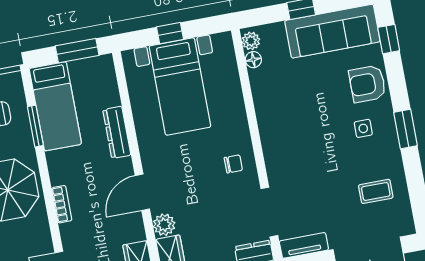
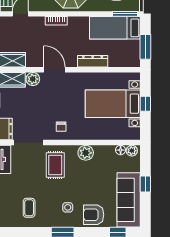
armchair: (367, 84) -> (94, 215), turned -90
plant: (268, 116) -> (86, 153), added
window: (35, 126) -> (125, 14), moved
rug: (298, 162) -> (55, 165), added

